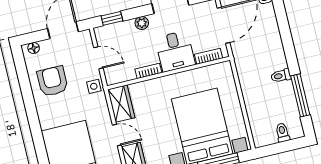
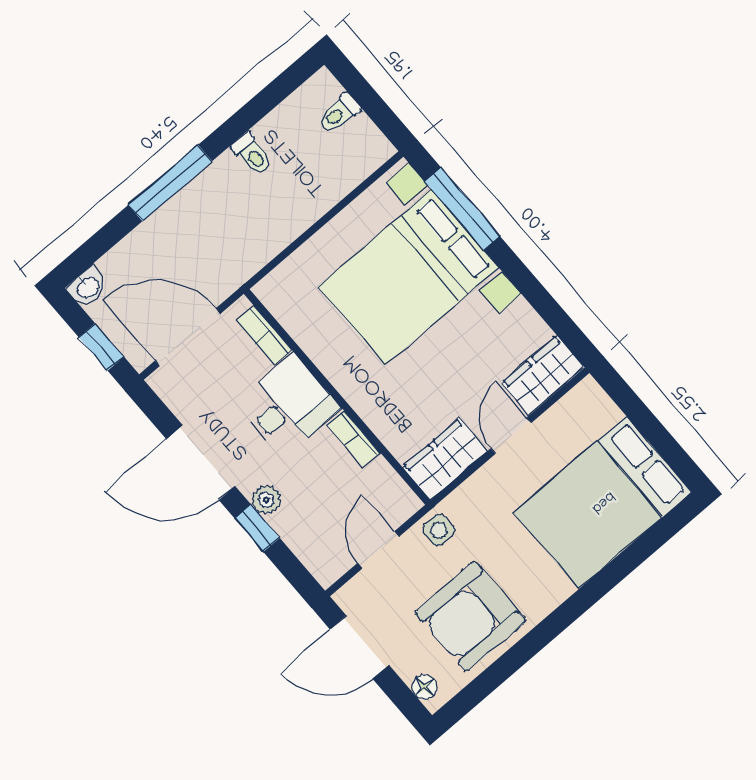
window: (112, 18) -> (257, 528), moved
toilet: (281, 76) -> (252, 154), moved
armchair: (52, 81) -> (470, 616), width x1.36, depth x1.36
window: (300, 95) -> (170, 183), moved

